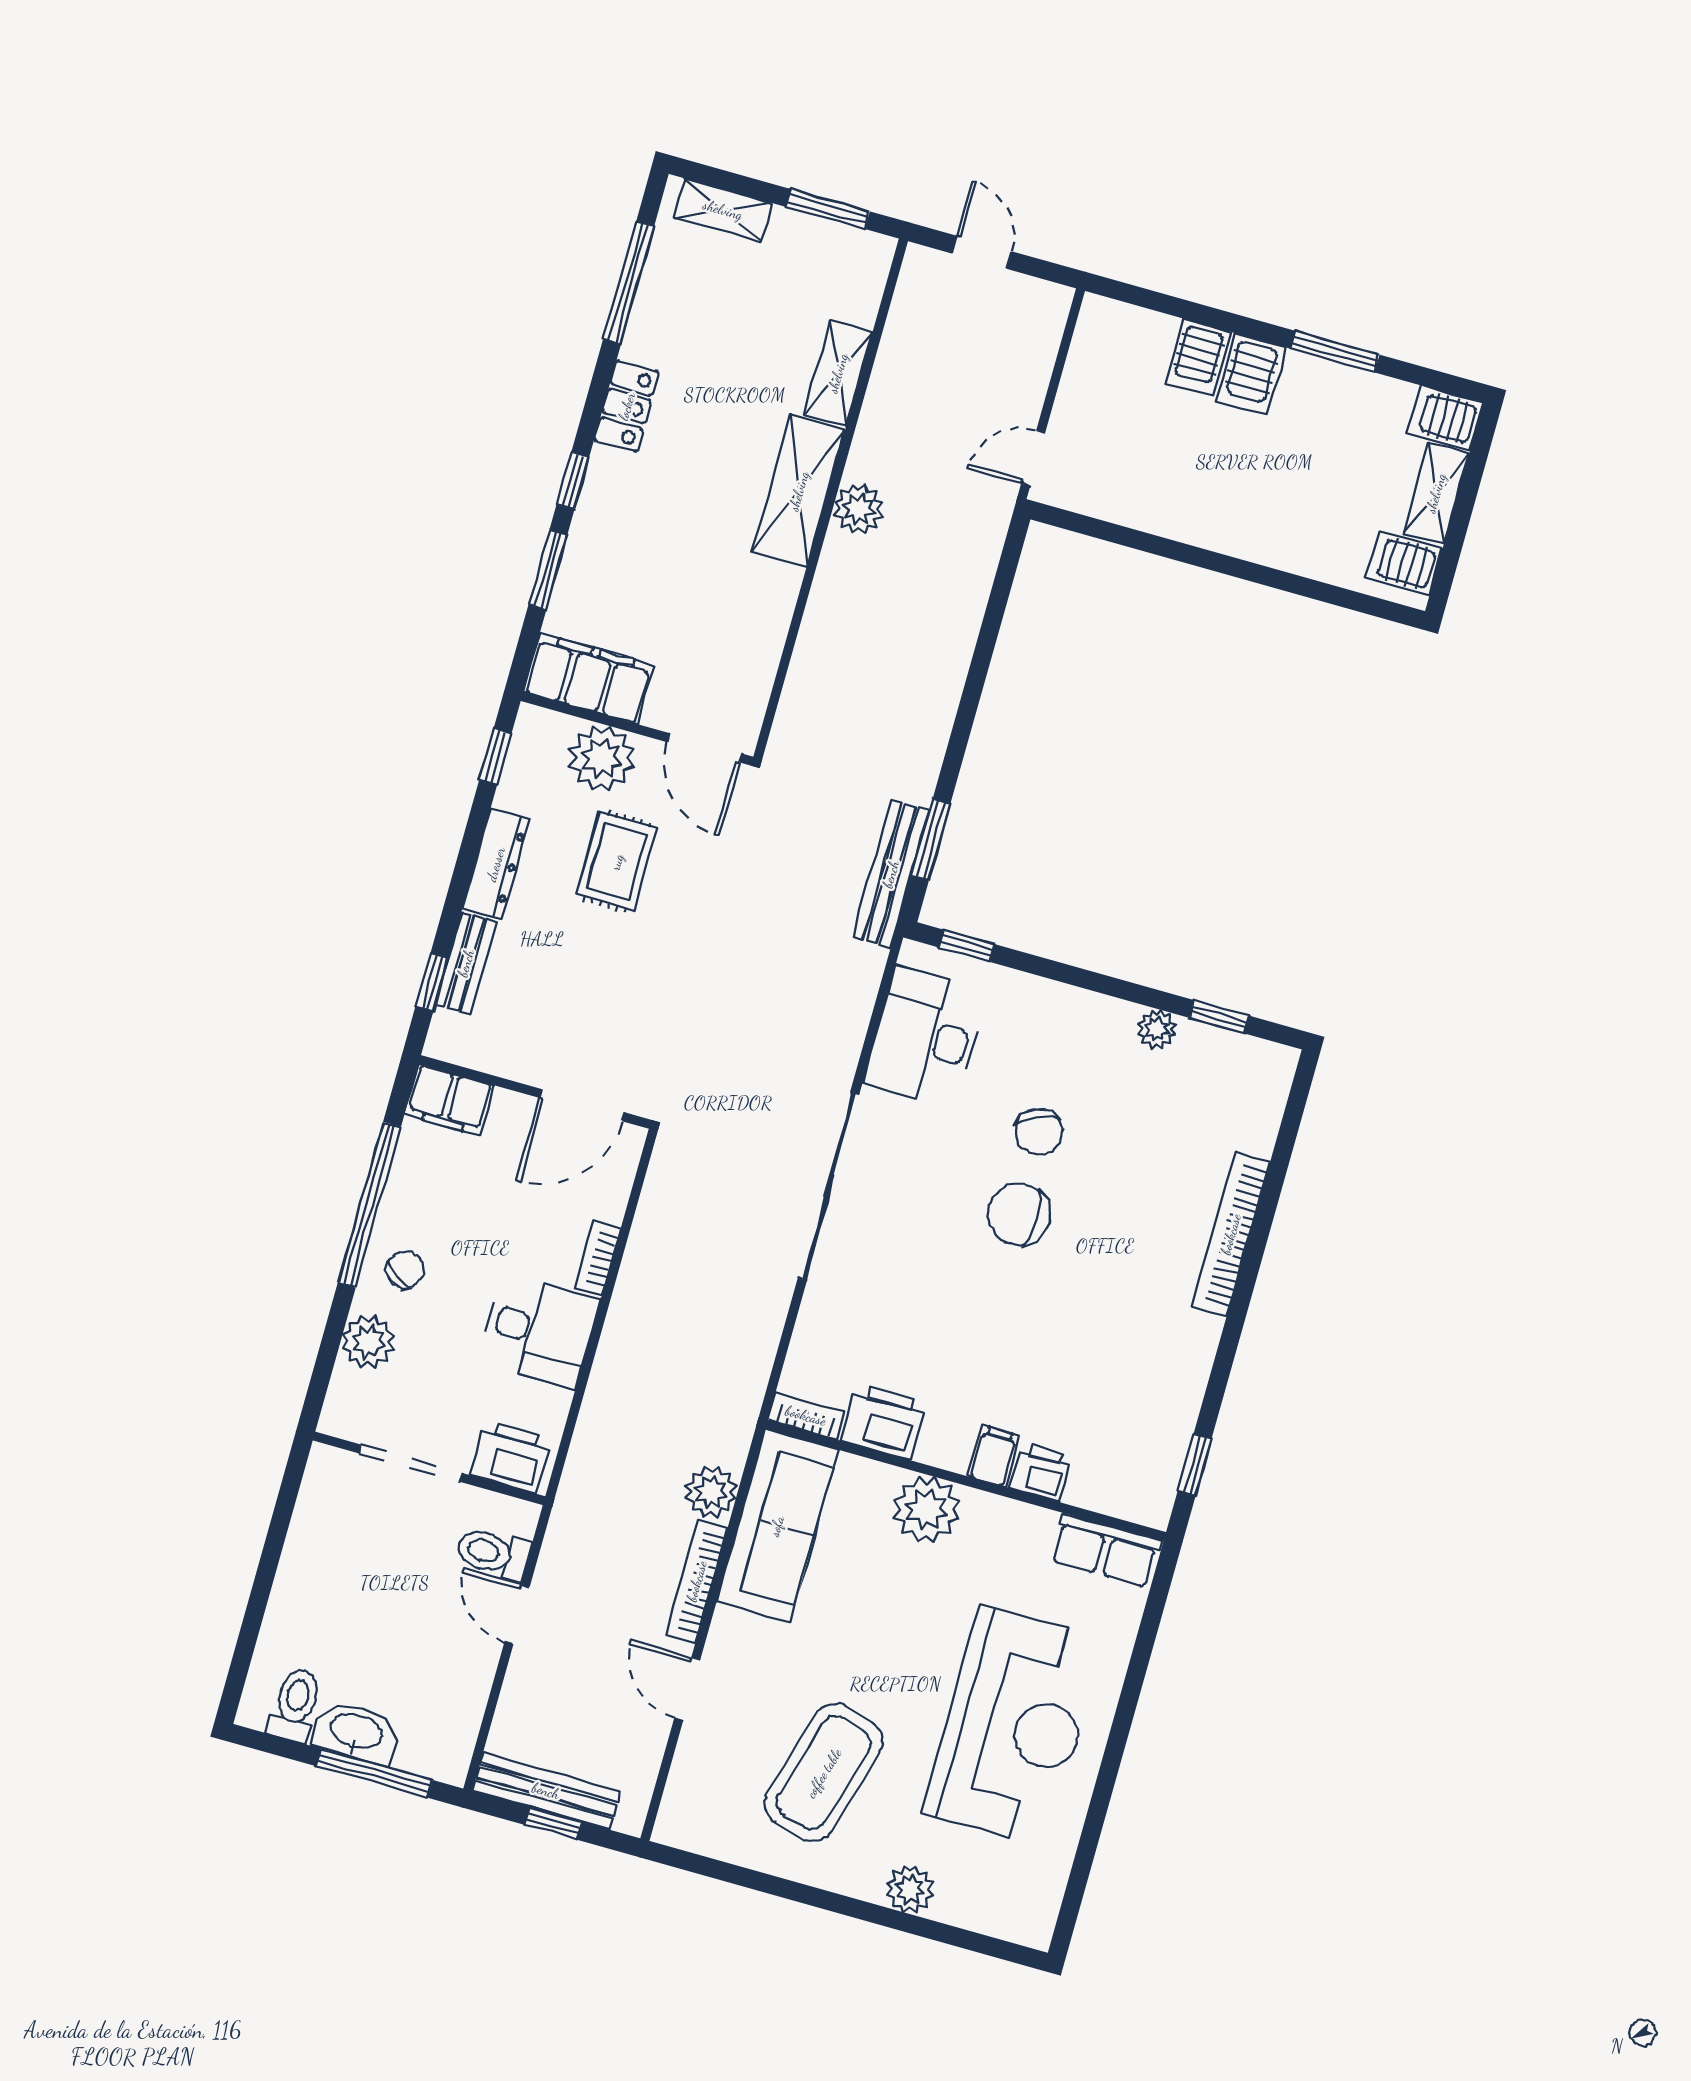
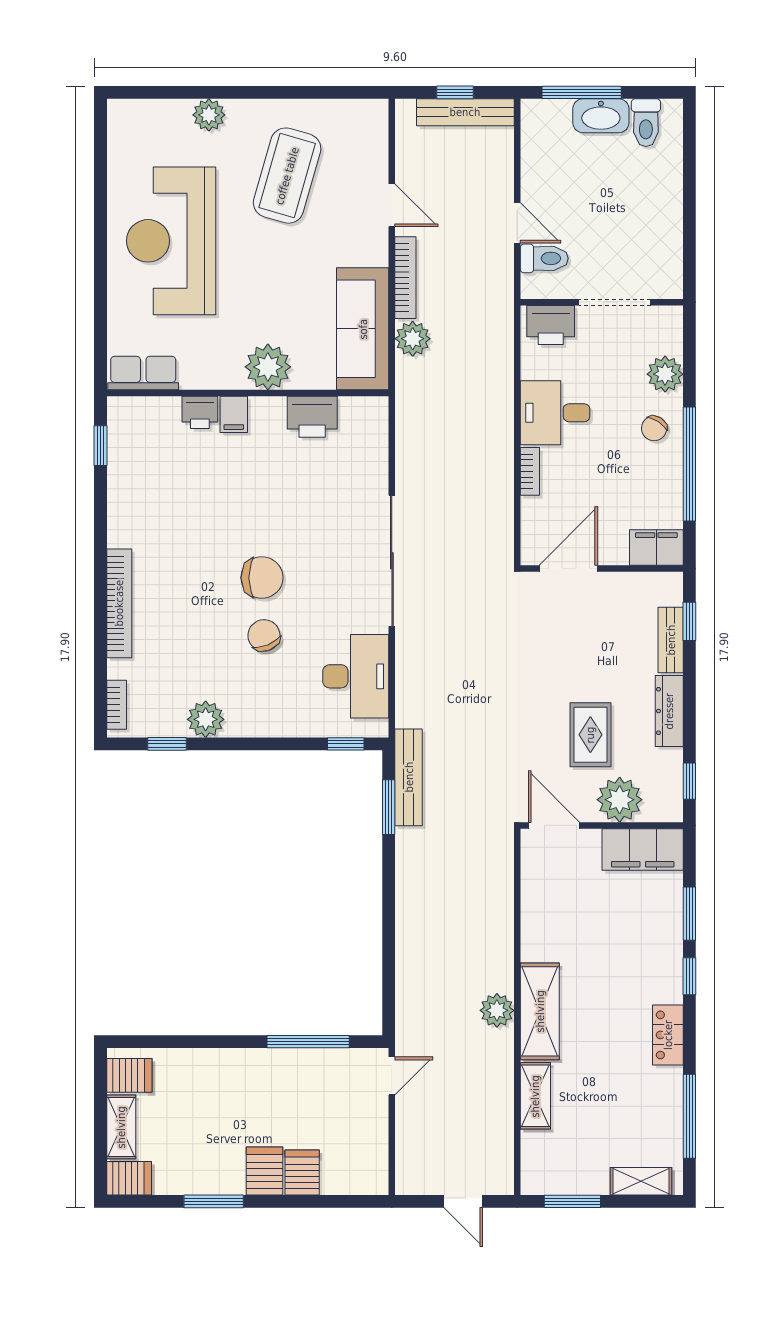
window: (1138, 540) -> (308, 1042), added
plant: (1157, 1029) -> (206, 719), width x1.38, depth x1.38
bookcase: (806, 1416) -> (117, 705), moved, turned -90

